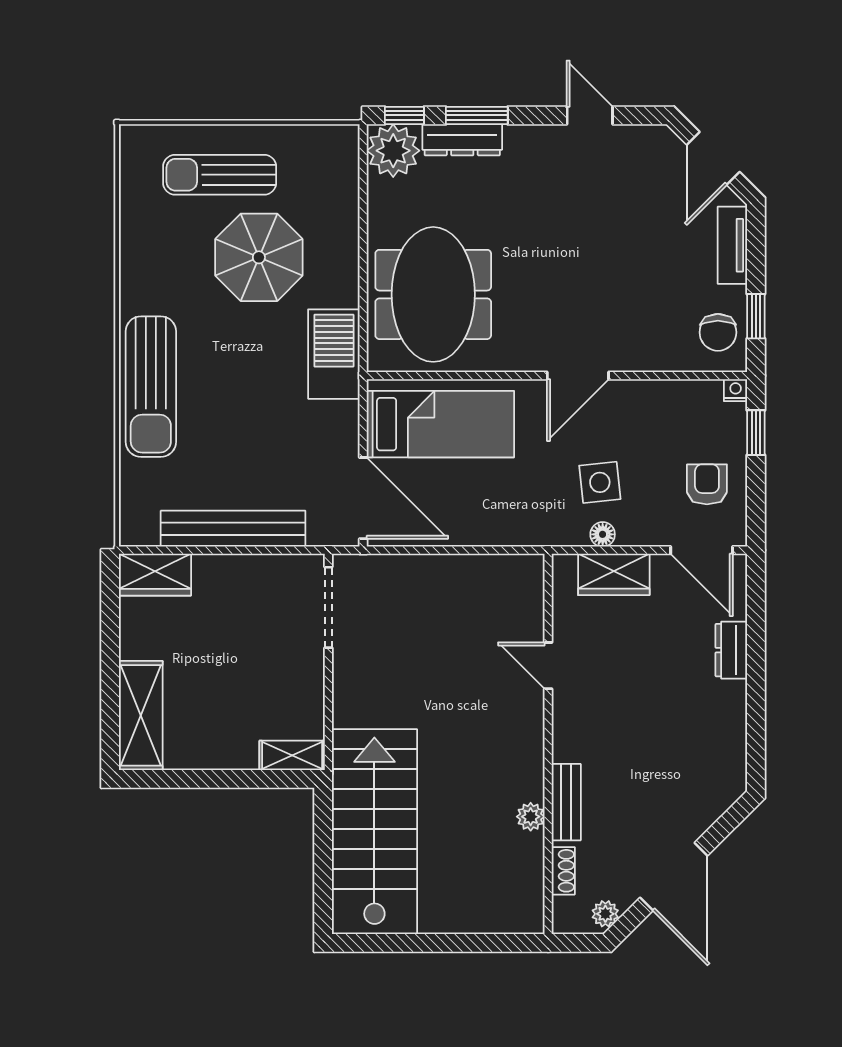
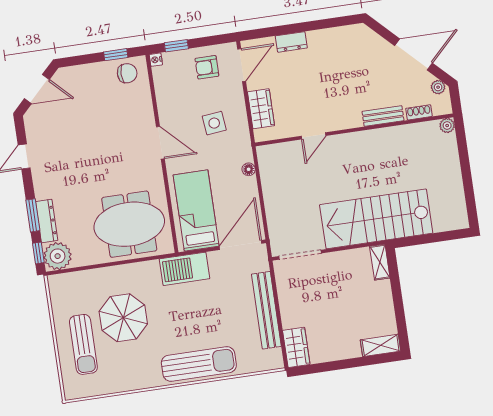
tv unit: (732, 245) -> (81, 72), removed
barbecue: (334, 354) -> (184, 269), moved
floor lamp: (603, 534) -> (249, 169), moved
shelving: (141, 715) -> (381, 345), width x0.67, depth x0.75
plant: (531, 817) -> (447, 125), moved
stairs: (374, 832) -> (376, 219), moved

